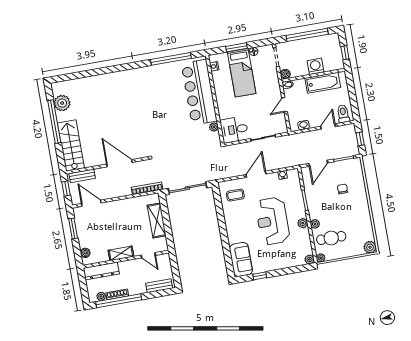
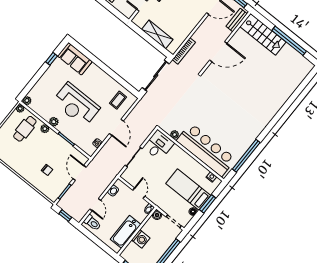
plant: (62, 103) -> (295, 59), removed
reception desk: (272, 221) -> (76, 105), turned 180

